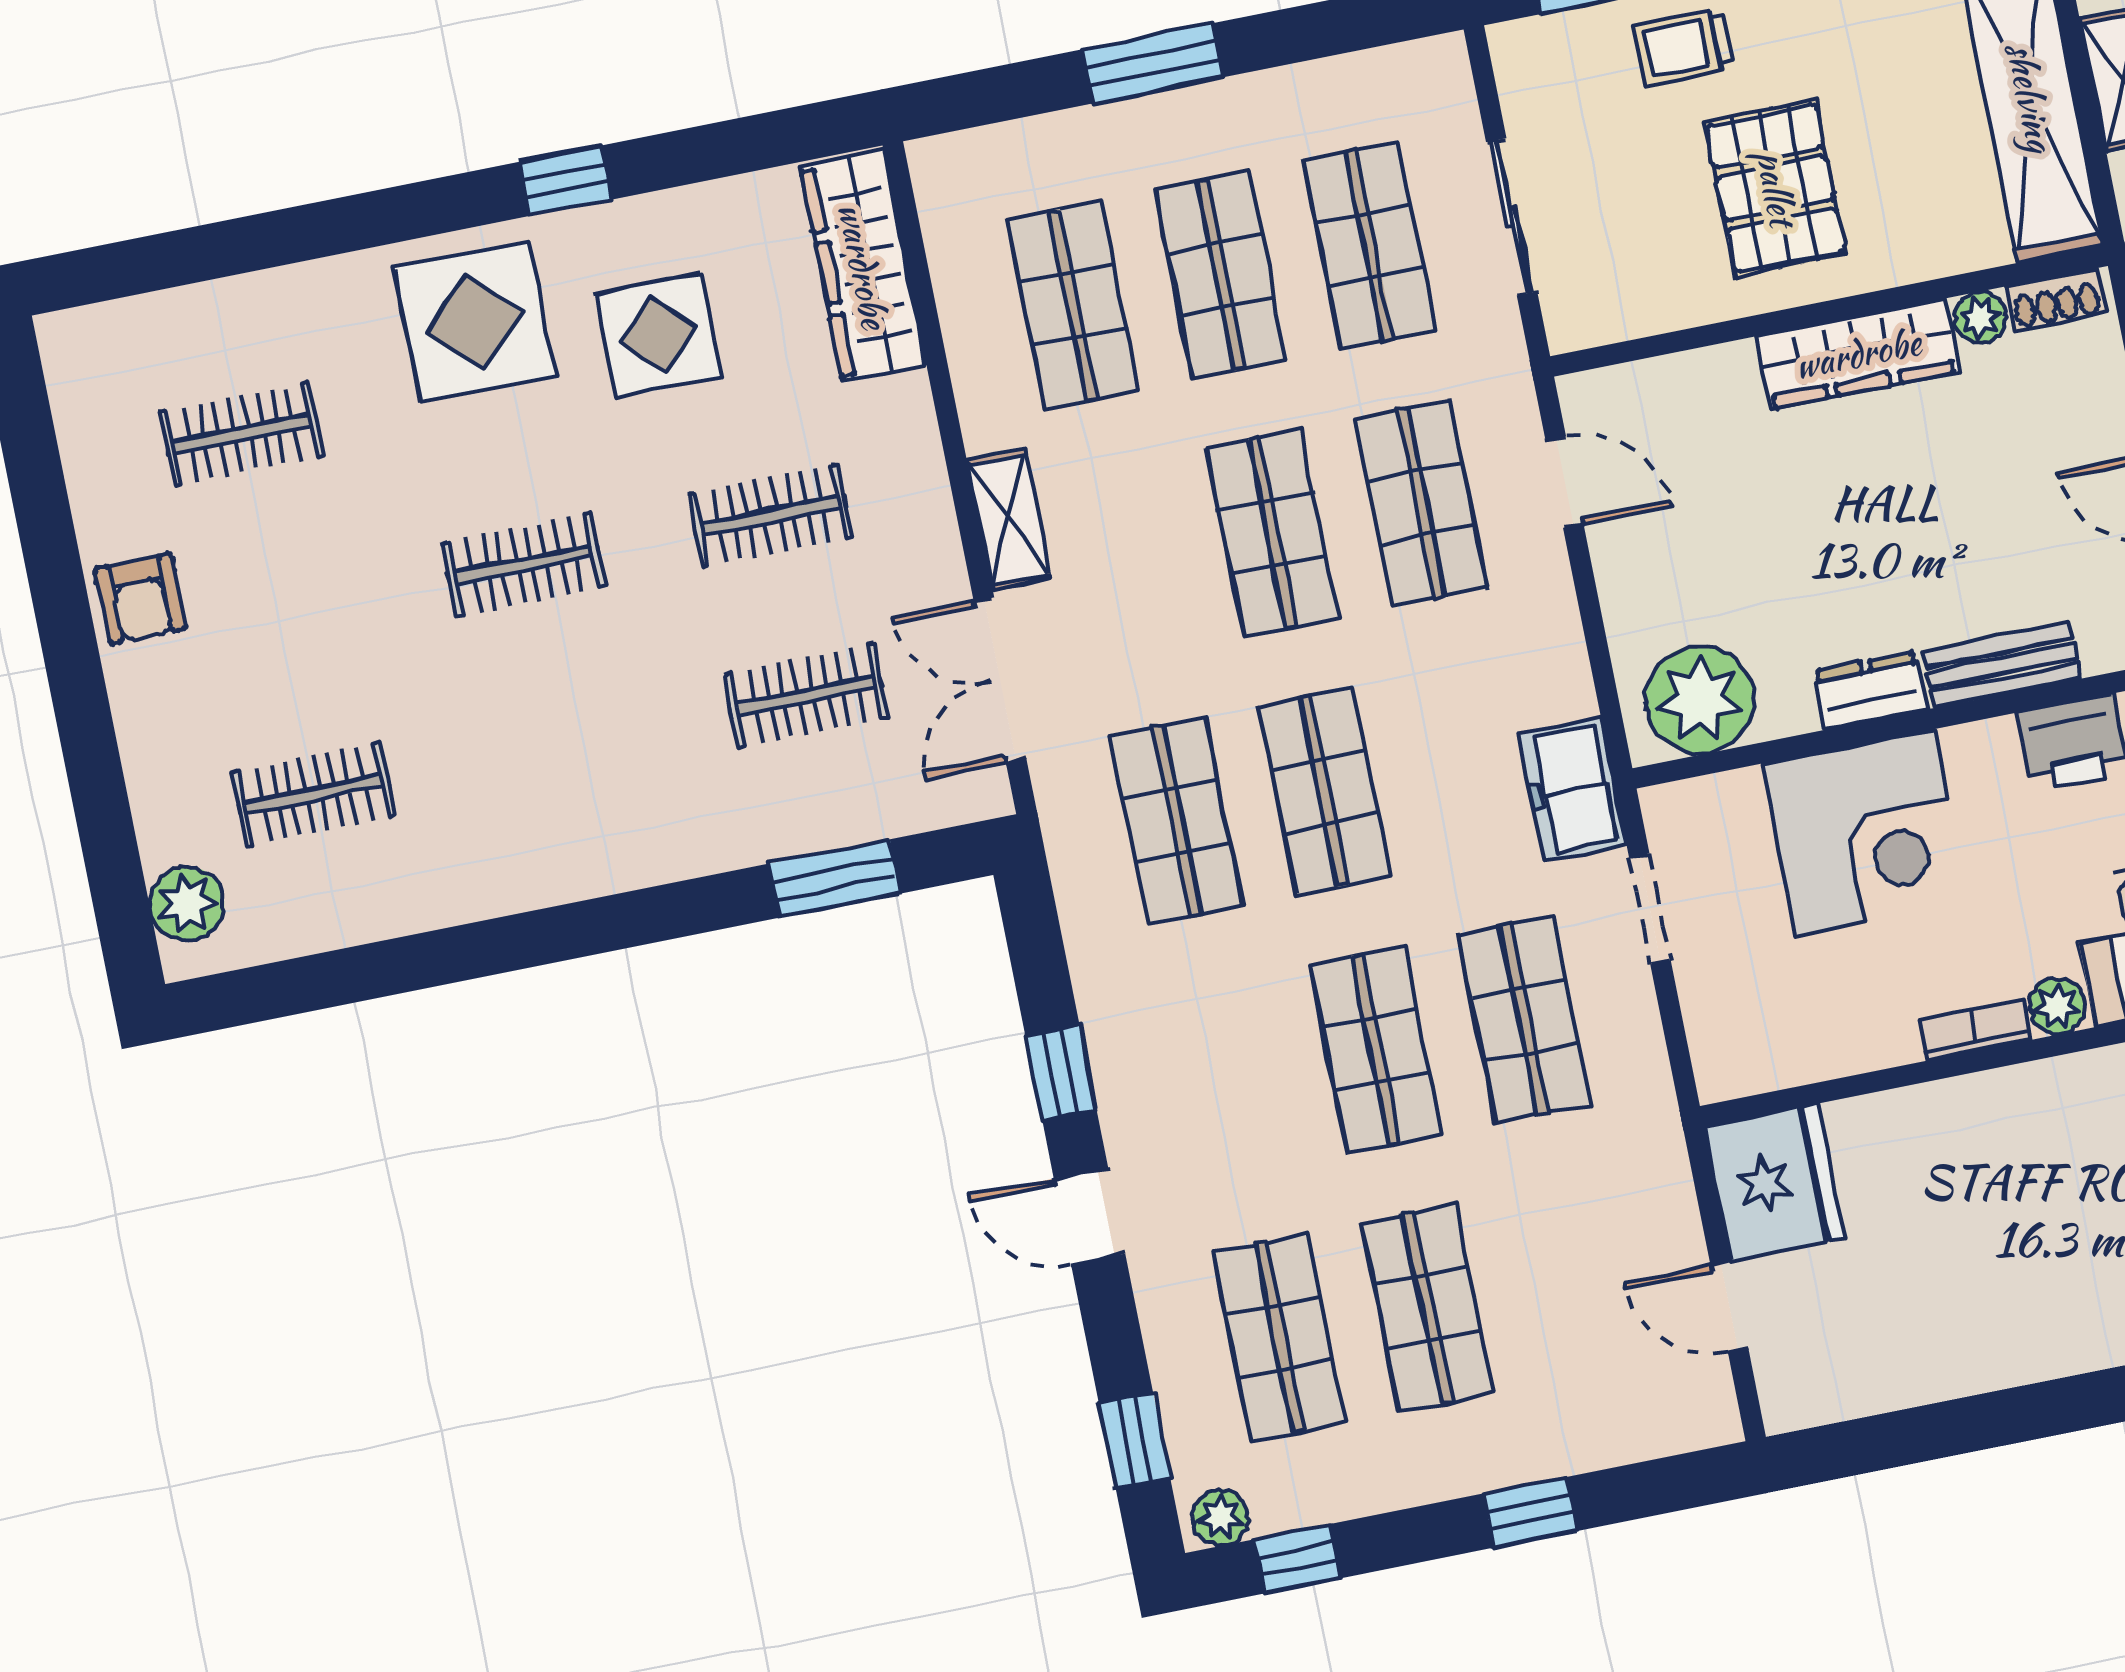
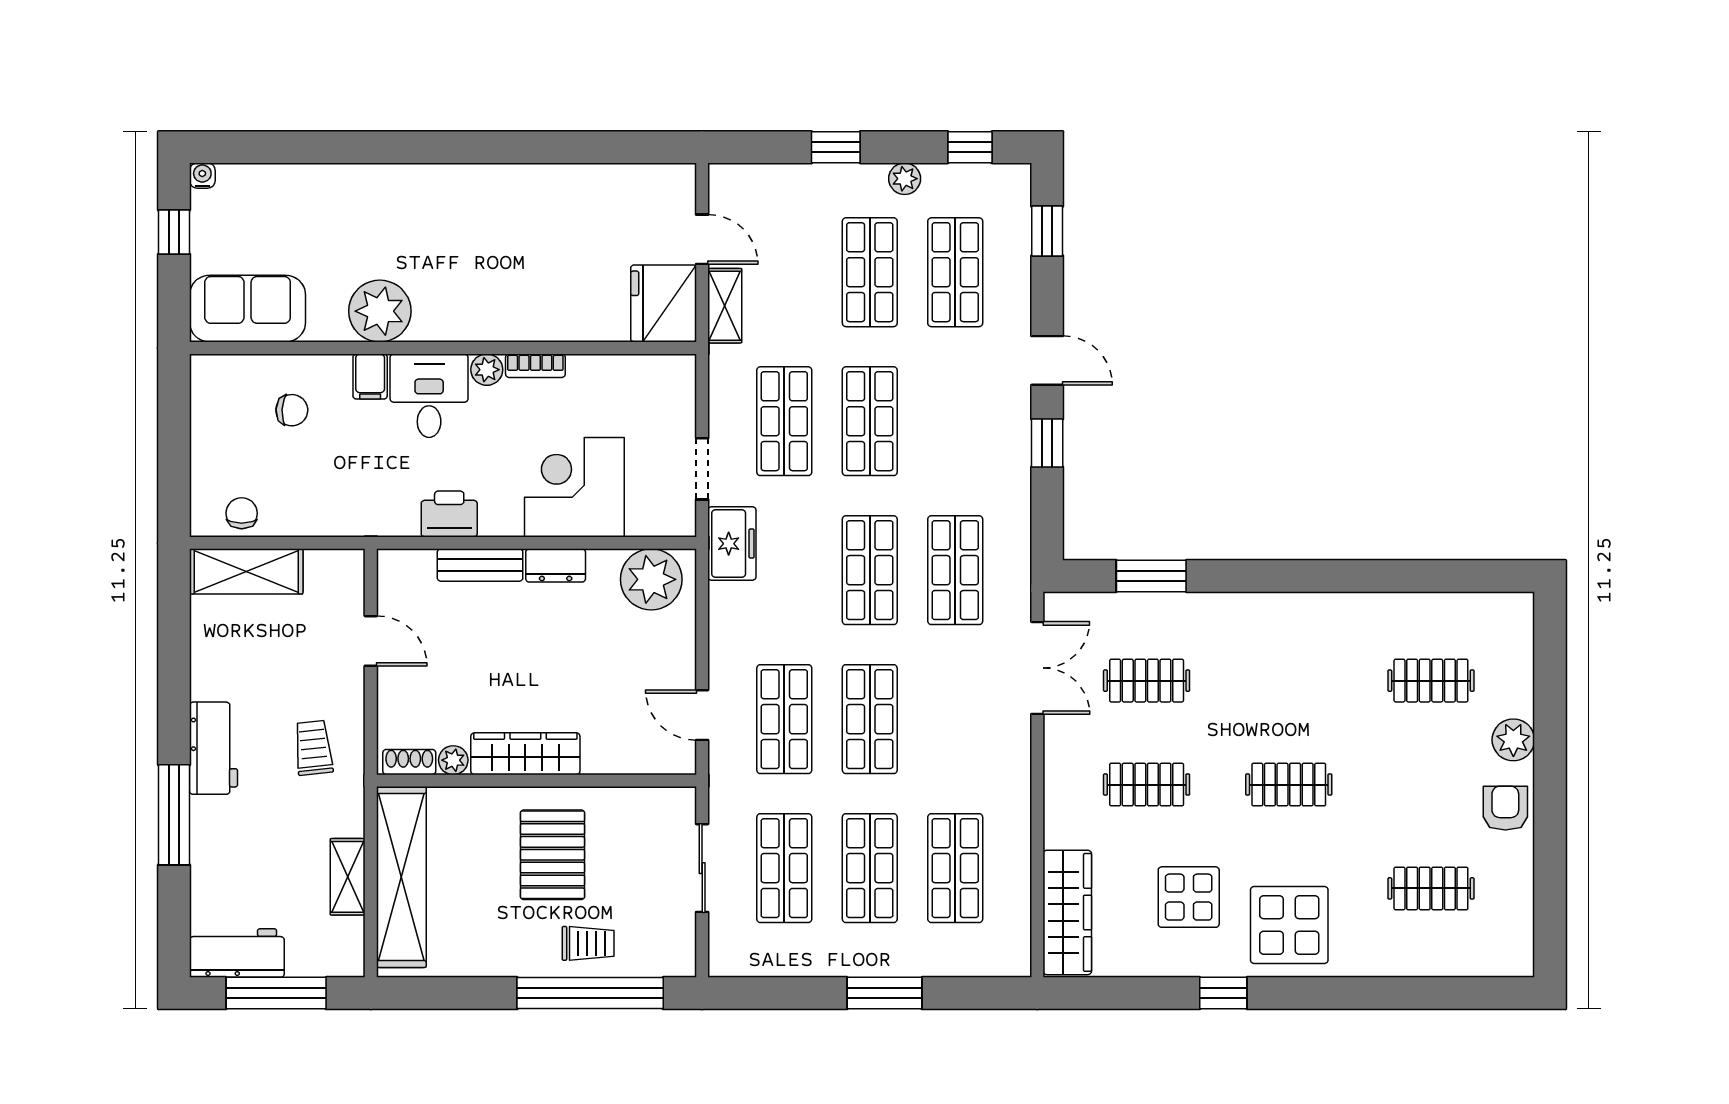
shelving: (1009, 520) -> (725, 306), moved
plant: (187, 904) -> (1513, 740), moved
plant: (1220, 1518) -> (905, 179), moved

